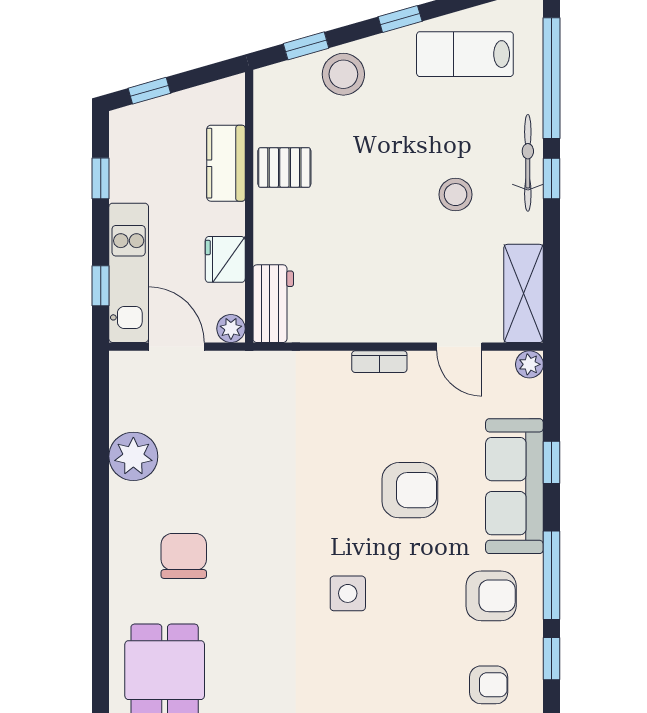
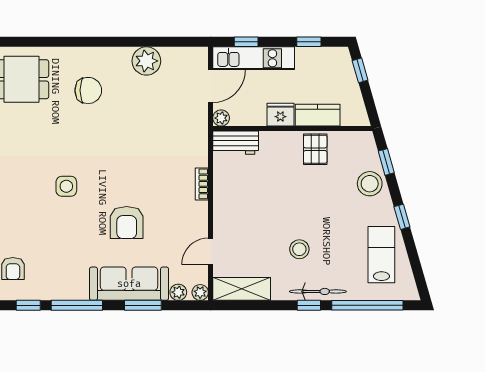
fridge: (225, 259) -> (280, 115), moved
bookcase: (379, 362) -> (202, 184), moved
plant: (529, 402) -> (178, 292), added
window: (552, 462) -> (143, 305), width x1.50
armchair: (491, 596) -> (65, 270), removed

